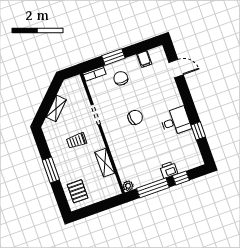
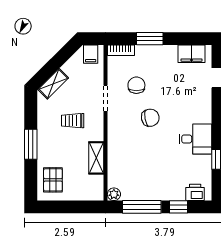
filing cabinet: (144, 59) -> (192, 54), width x2.00
chair: (121, 78) -> (136, 85), moved
filing cabinet: (72, 85) -> (91, 54), added
shelving: (56, 108) -> (53, 84), moved
printer: (169, 170) -> (195, 192), moved

